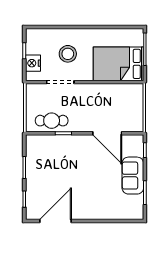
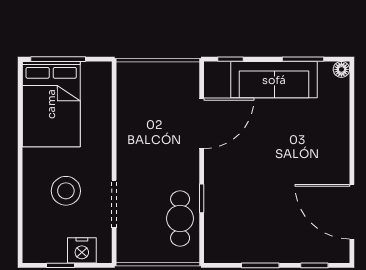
bed: (118, 64) -> (51, 104), moved
sofa: (133, 176) -> (274, 80), width x1.36
floor lamp: (139, 215) -> (341, 69), added

